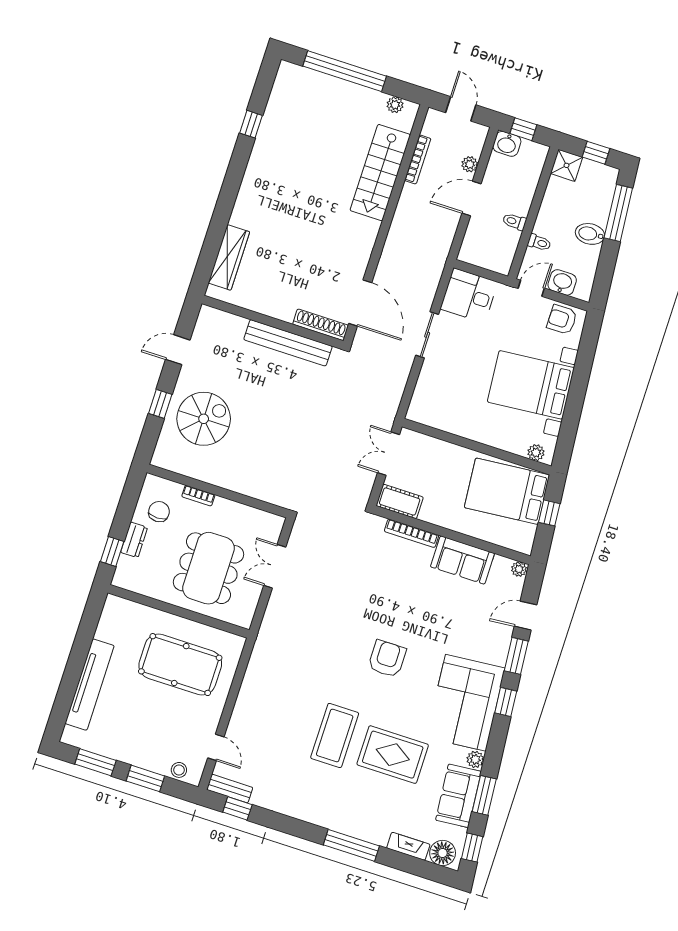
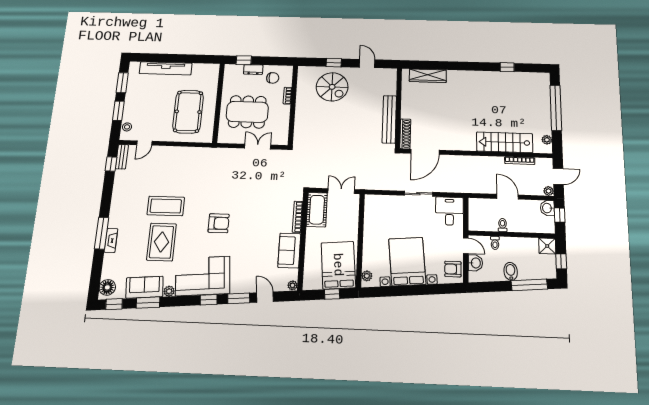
plant: (470, 164) -> (549, 191), moved
armchair: (562, 320) -> (453, 269), turned -90
cot: (400, 501) -> (317, 210), width x1.37, depth x1.34
fireplace: (408, 846) -> (111, 240), moved

